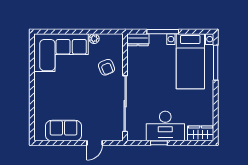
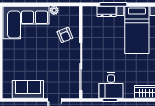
dresser: (138, 40) -> (106, 11), moved
desk: (165, 126) -> (111, 85), width x0.73

